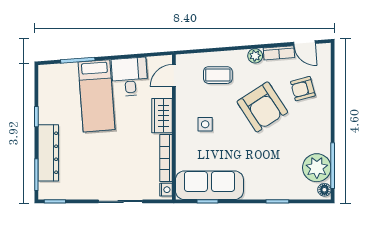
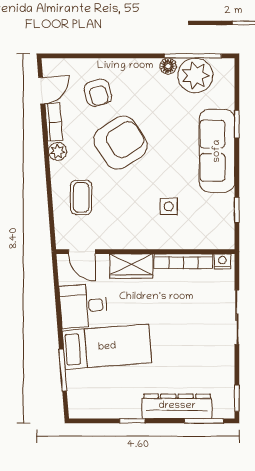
side table: (205, 124) -> (169, 206), moved
sofa: (209, 185) -> (217, 151), moved
floor lamp: (324, 190) -> (168, 66), moved

